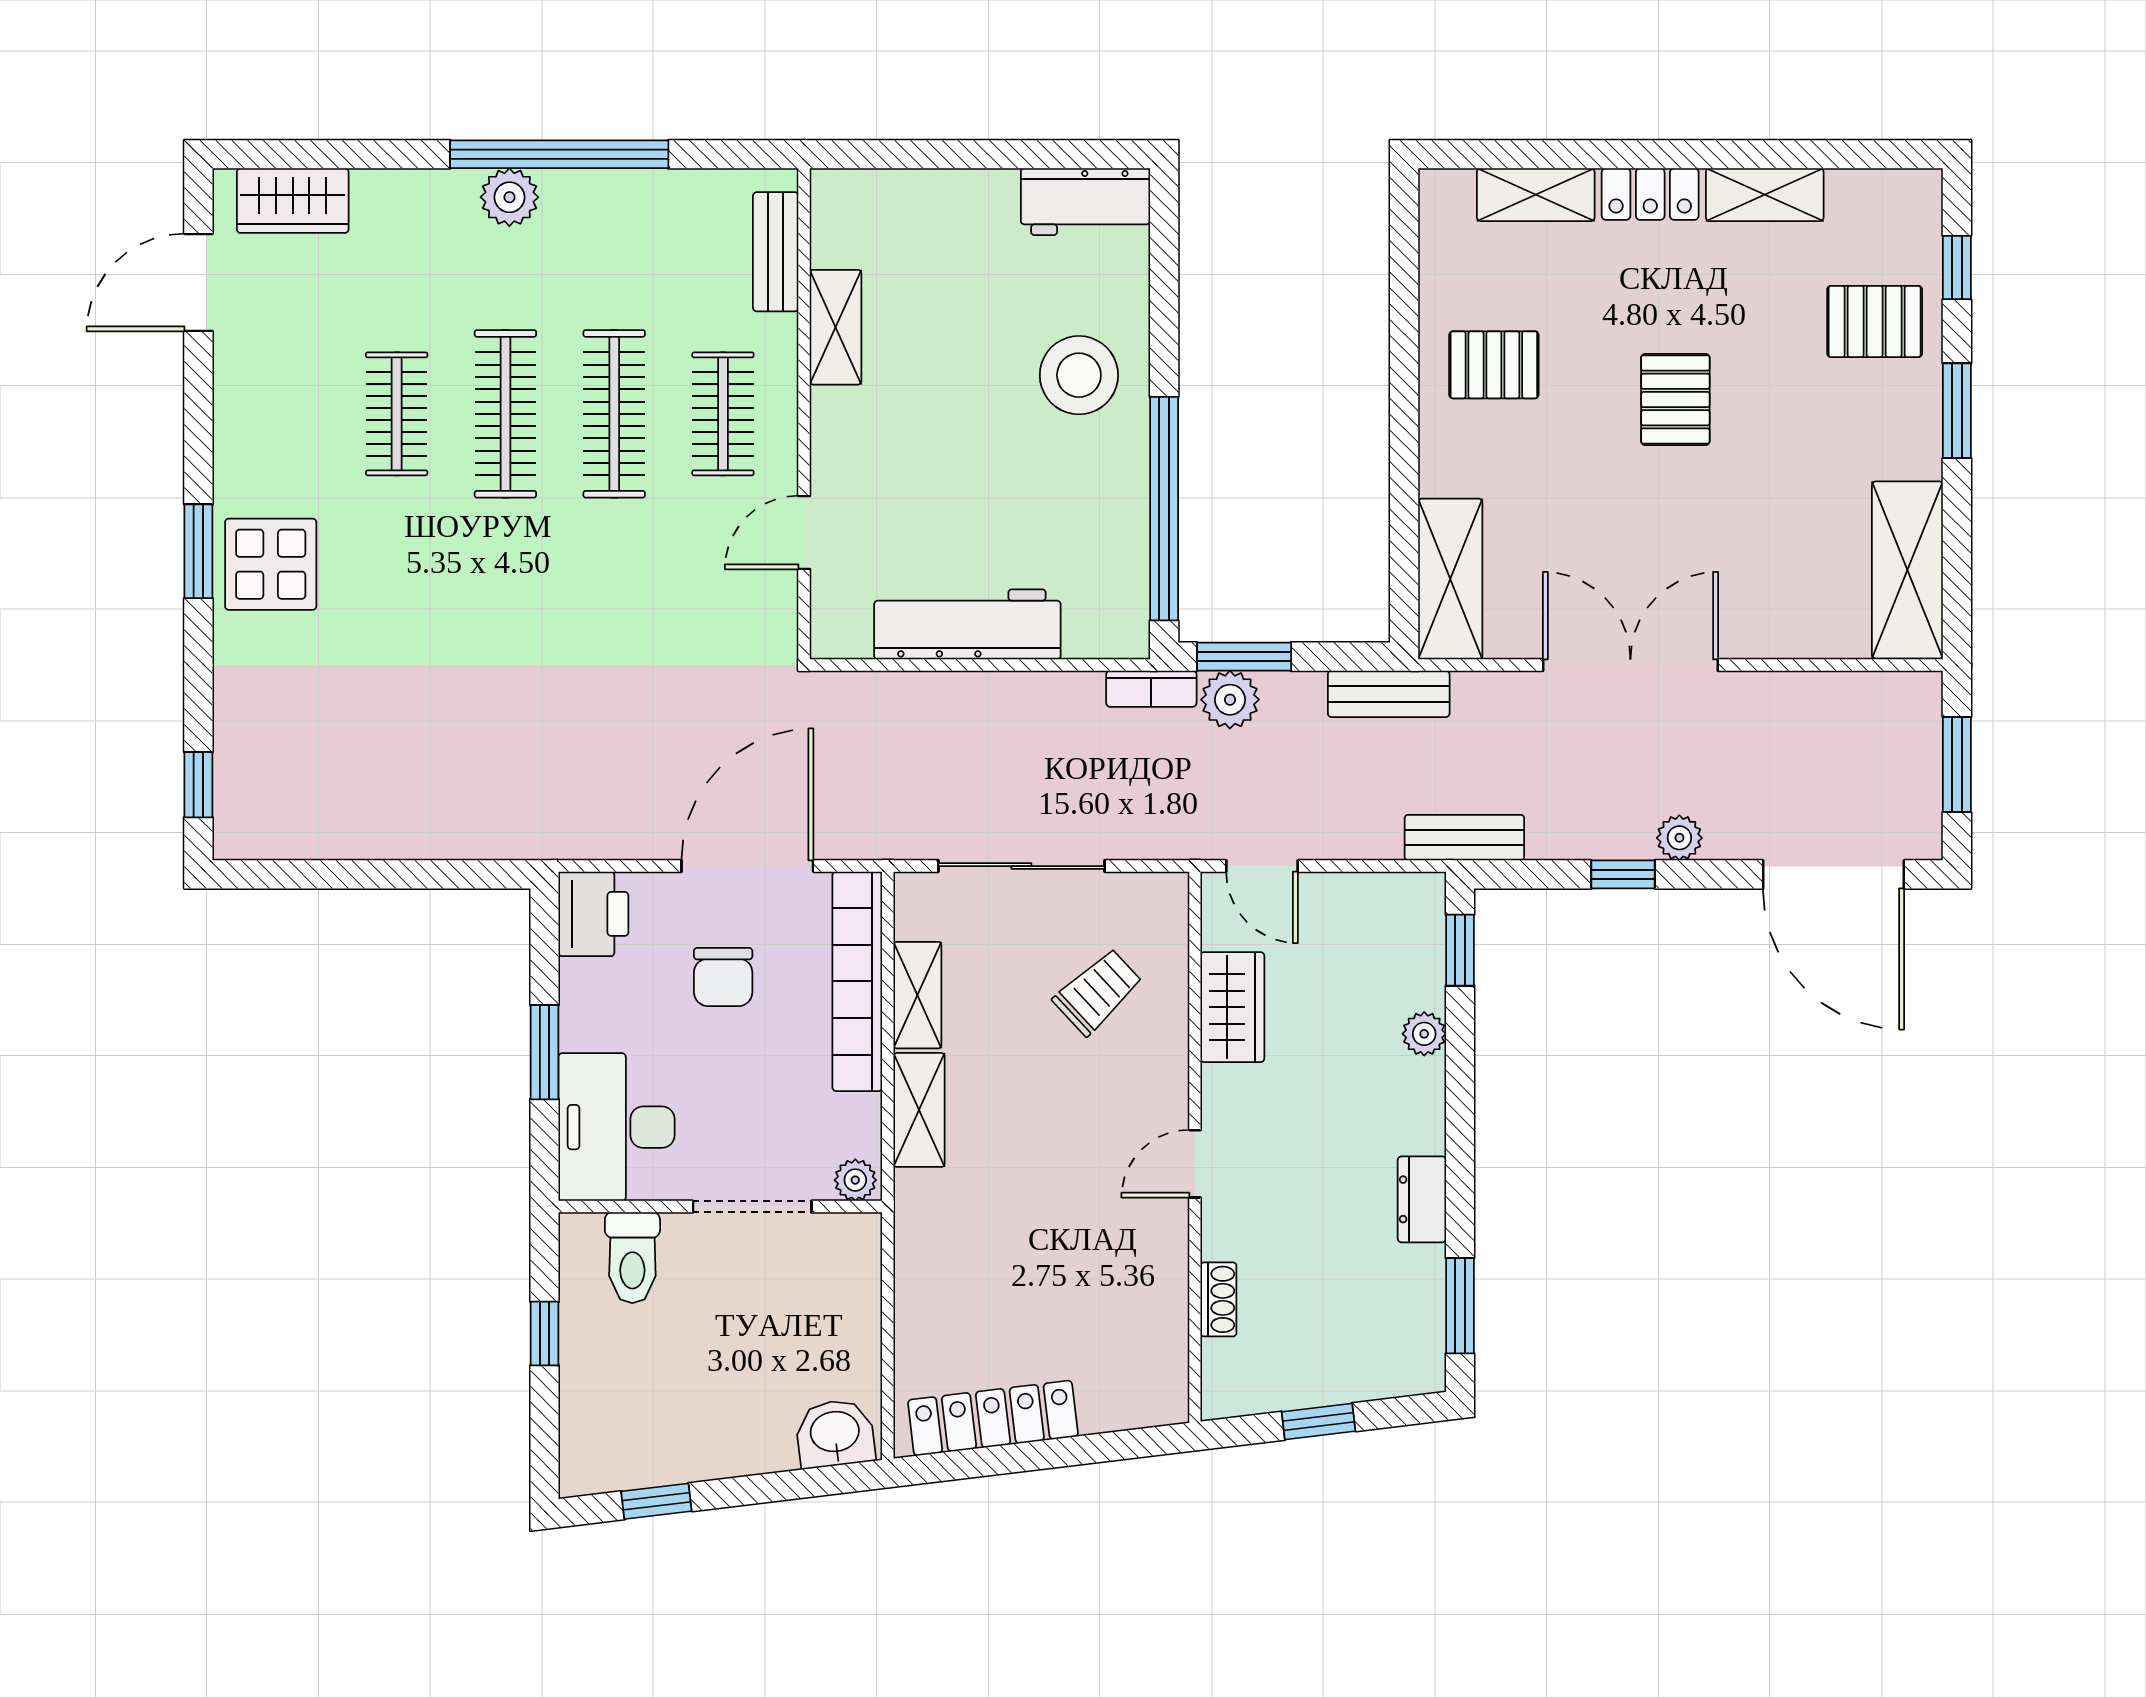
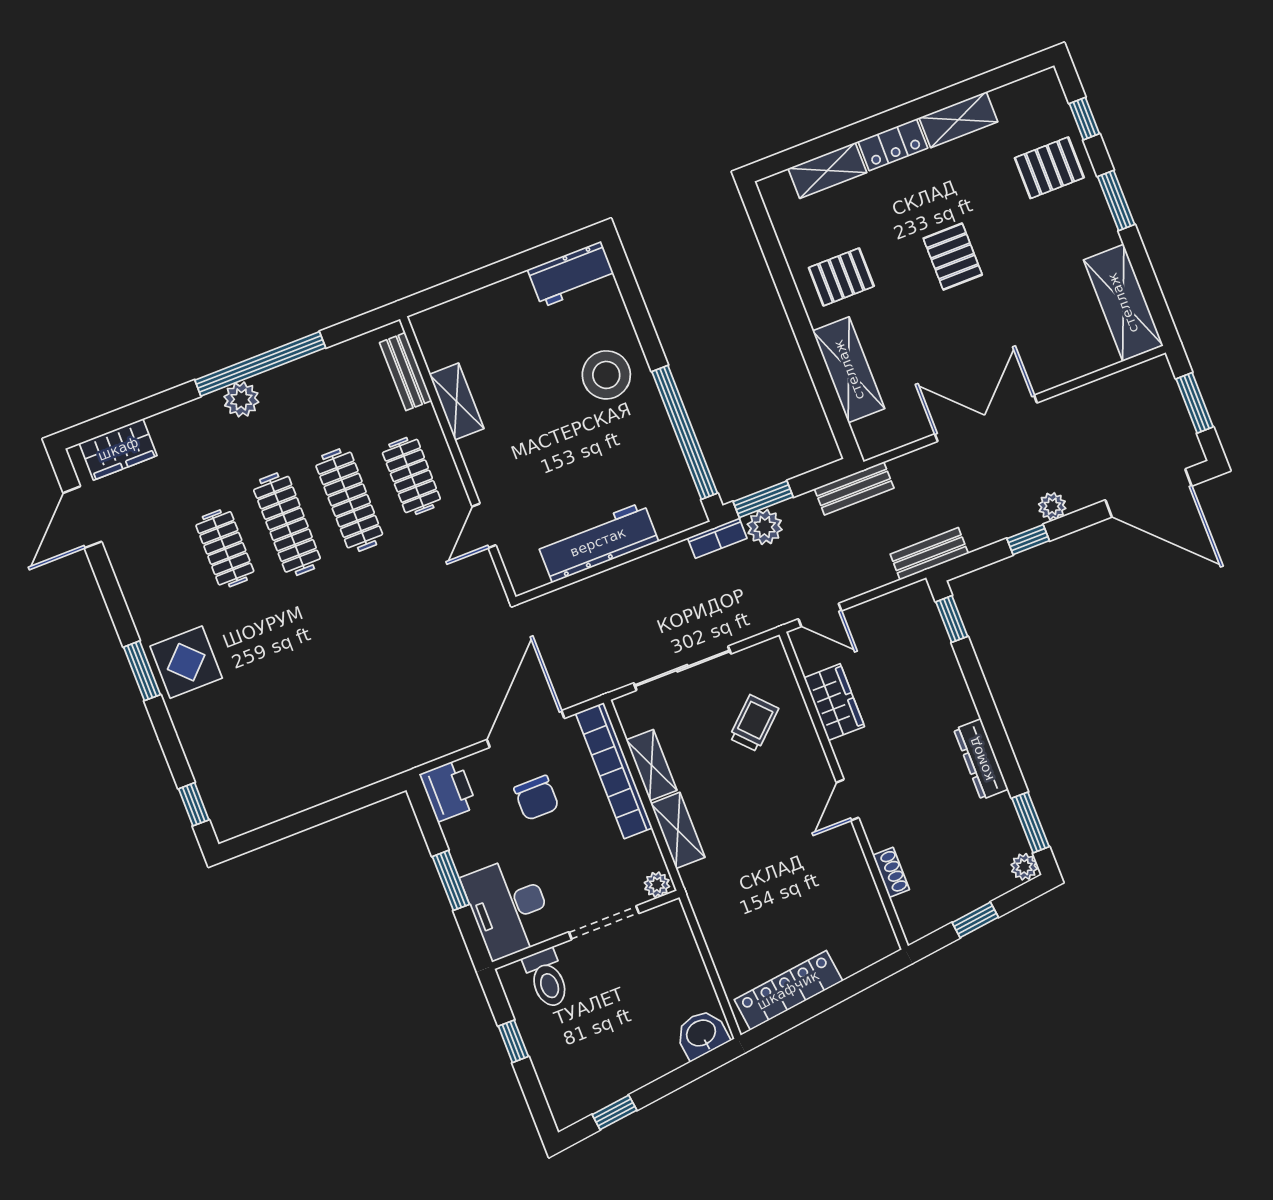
shelving: (1450, 579) -> (849, 370), moved
plant: (1424, 1034) -> (1024, 867), moved
dresser: (1422, 1199) -> (981, 759), width x1.44

